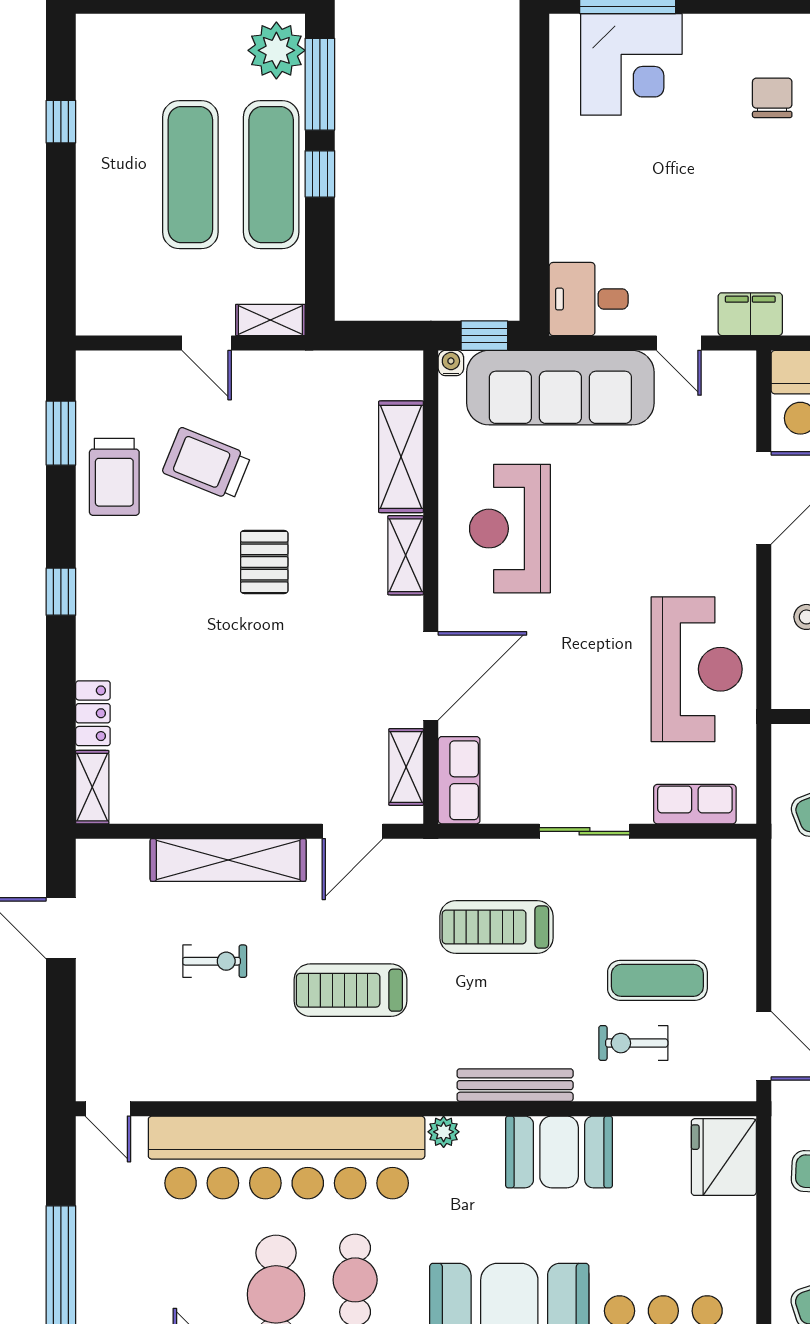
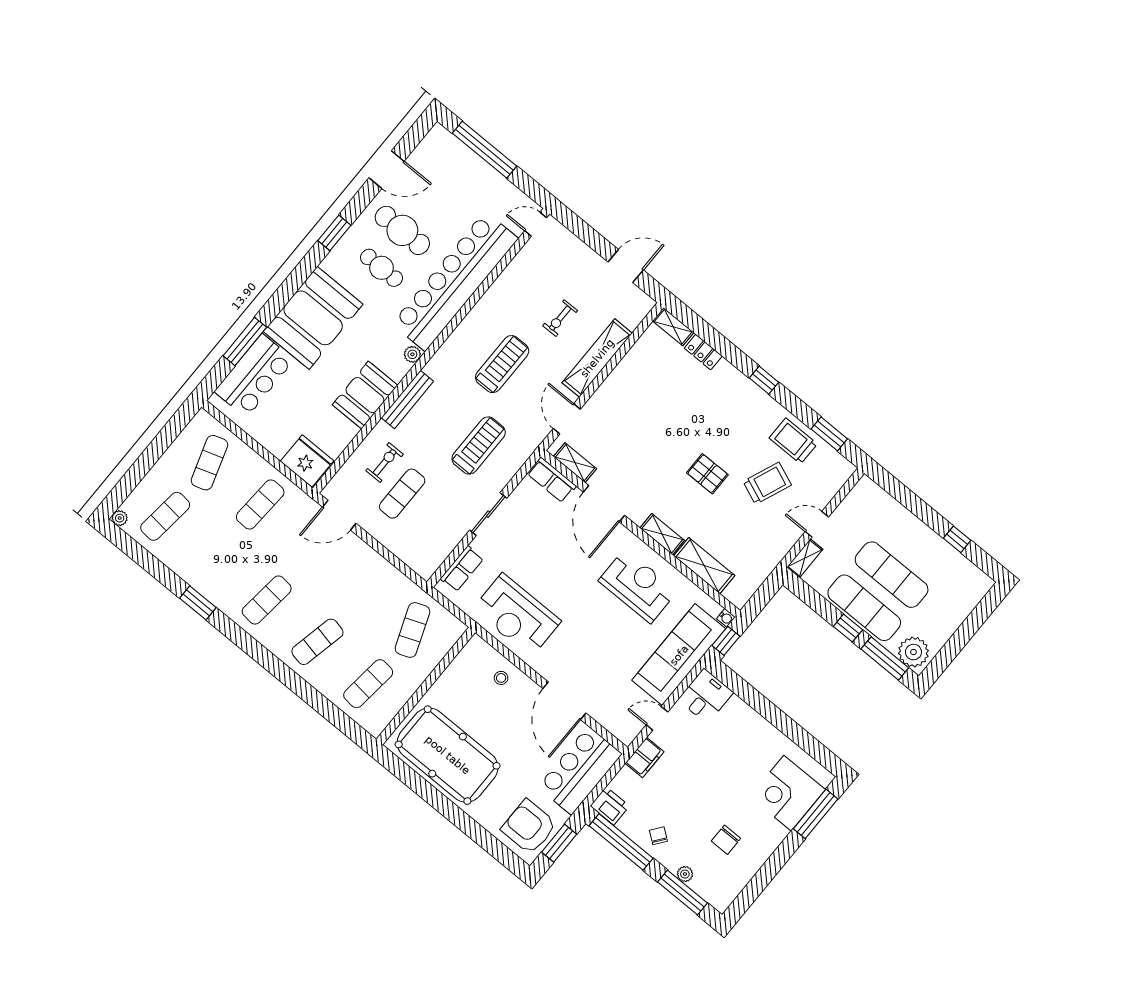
chair: (772, 98) -> (726, 840), turned 90

